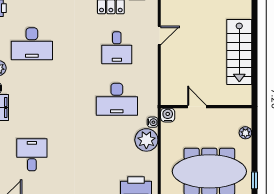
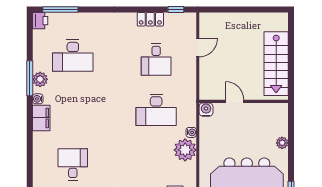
door: (197, 107) -> (235, 101), moved
wall: (206, 107) -> (244, 101), moved
water cooler: (168, 115) -> (206, 110), moved

